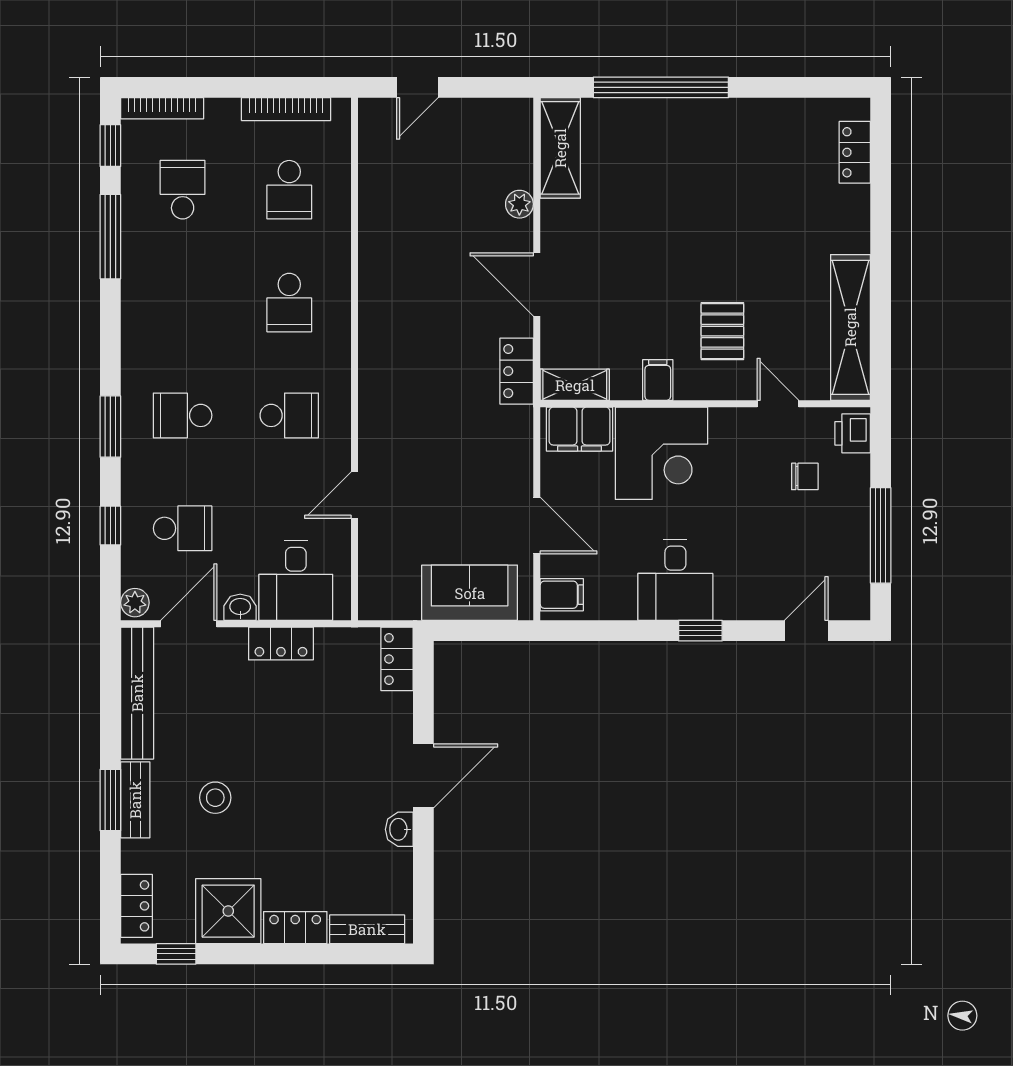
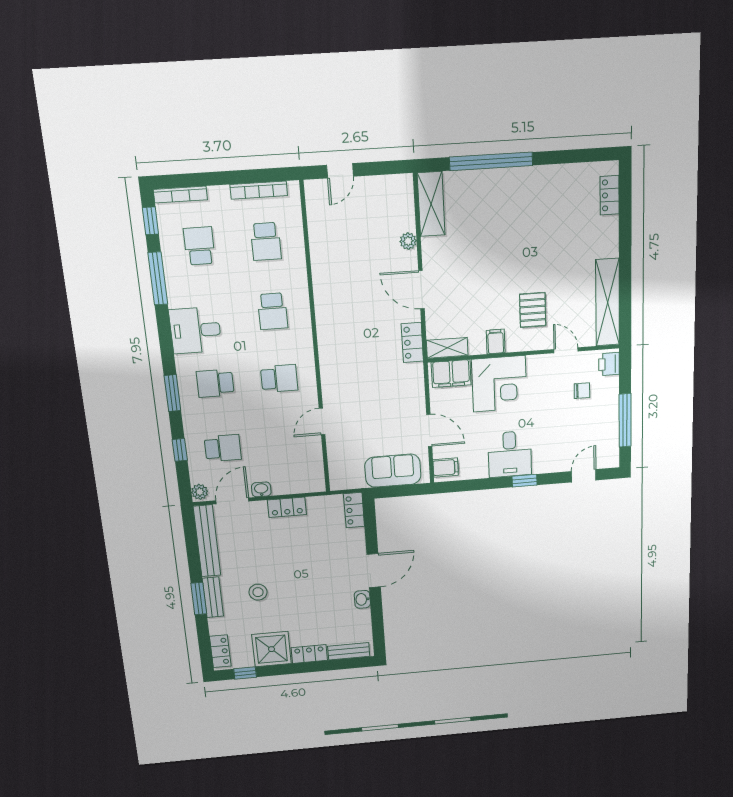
desk: (296, 581) -> (195, 330), moved, turned 90

